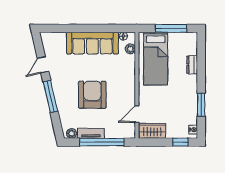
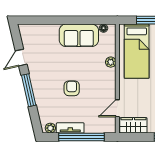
sofa: (92, 43) -> (79, 35), width x0.73
plant: (130, 49) -> (111, 62), moved
armchair: (92, 95) -> (72, 88), width x0.53, depth x0.53

